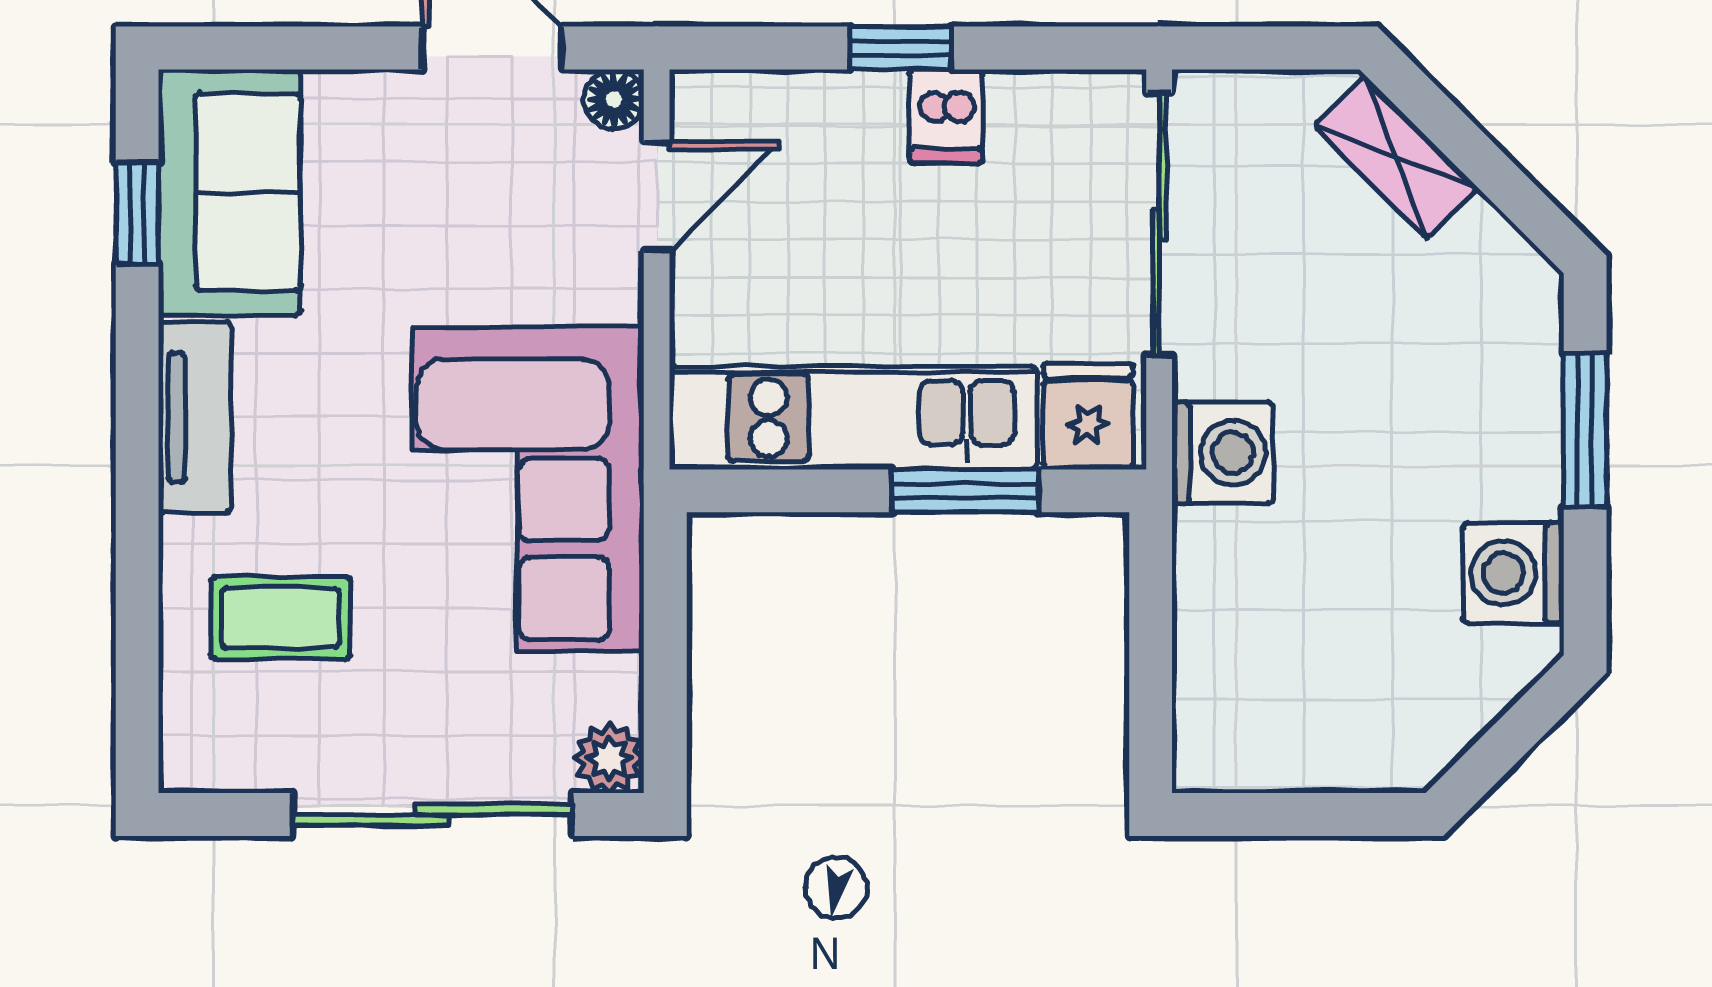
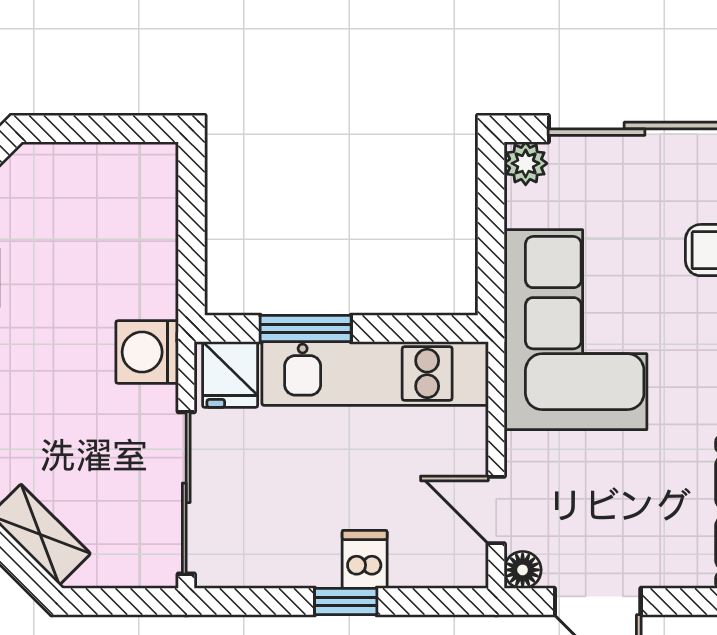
dishwasher: (946, 116) -> (365, 559), moved
door: (657, 197) -> (496, 510), hinge flipped

